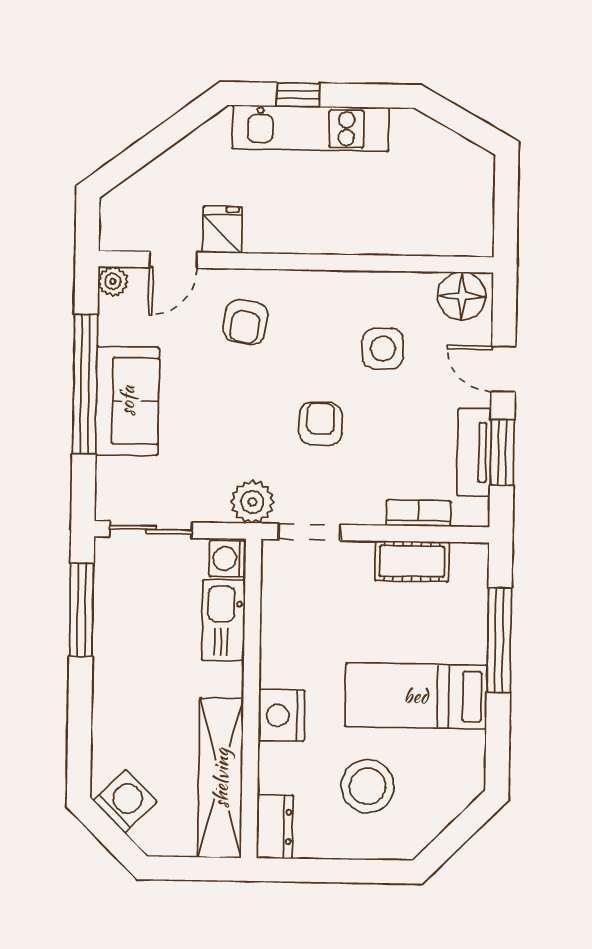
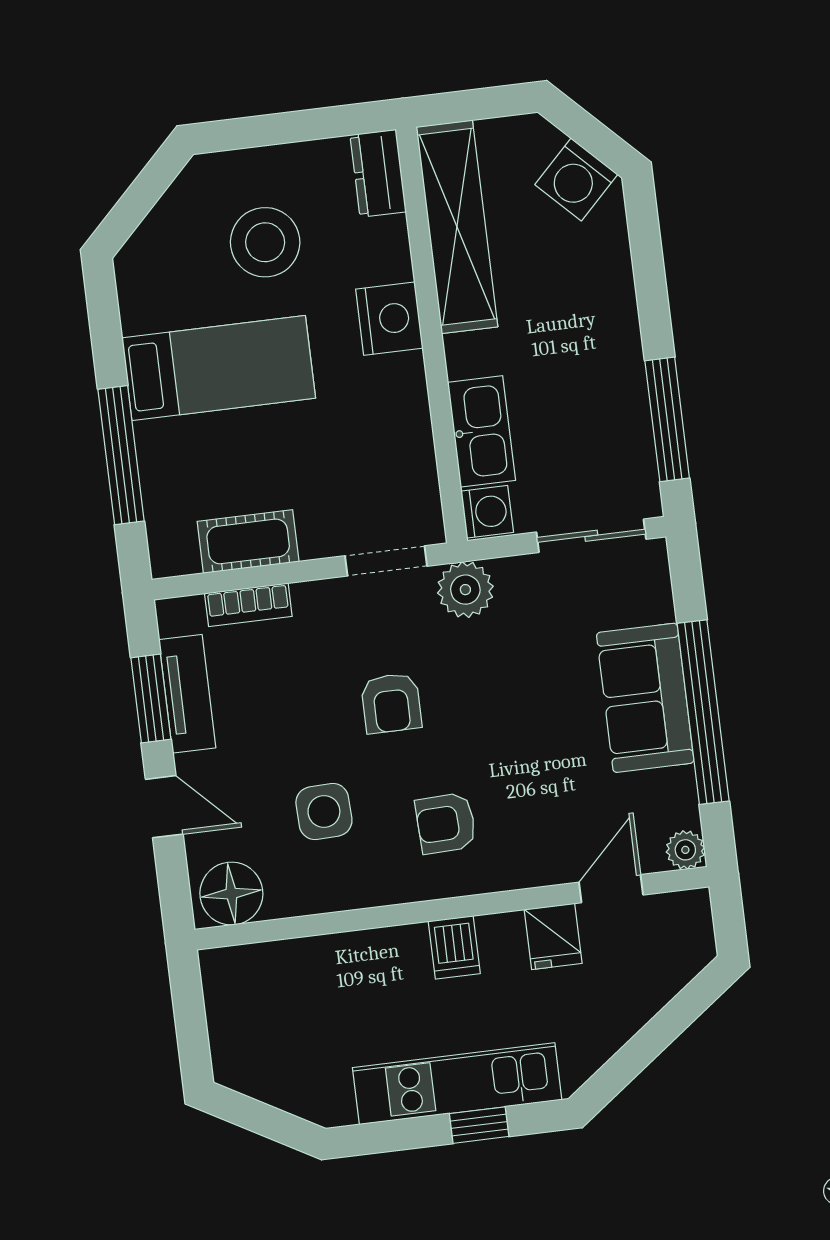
dishwasher: (298, 232) -> (454, 947), added
armchair: (246, 322) -> (446, 823), moved, turned -100

